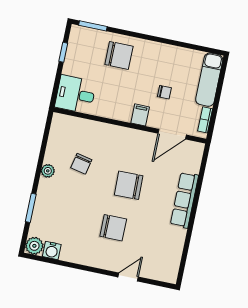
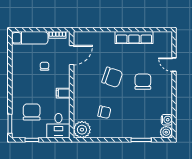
chair: (119, 55) -> (32, 112), moved
filing cabinet: (140, 115) -> (63, 93), moved
door: (172, 134) -> (72, 55), hinge flipped
plant: (48, 171) -> (82, 130), moved, width x1.87, depth x1.87
chair: (129, 185) -> (112, 77), turned -70
row of seats: (184, 200) -> (134, 38), moved

